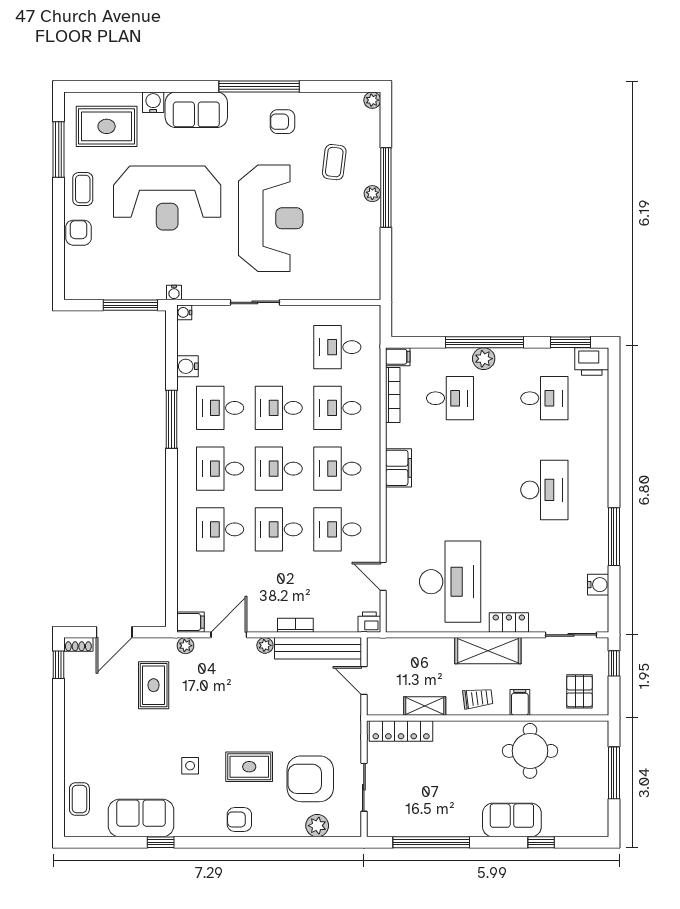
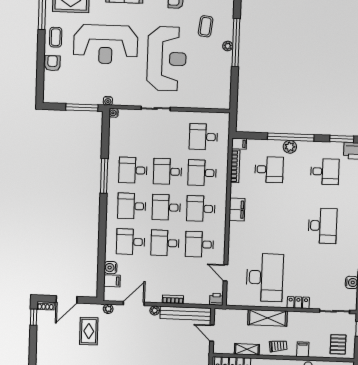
water cooler: (187, 366) -> (111, 268), moved
filing cabinet: (191, 622) -> (112, 281), moved
shelving: (488, 651) -> (268, 318), moved

